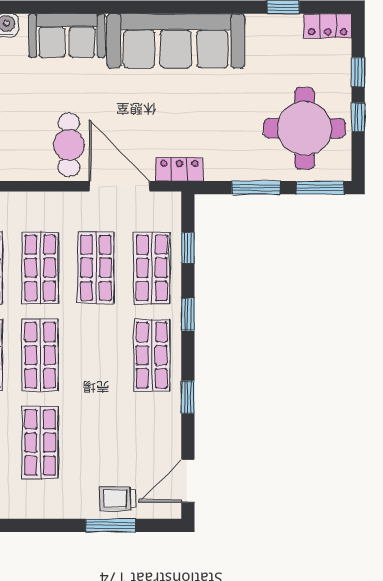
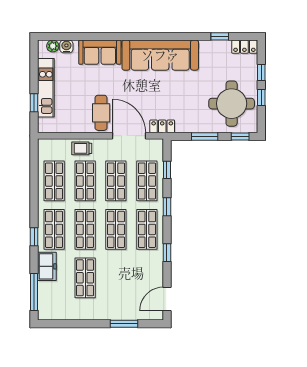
window: (320, 188) -> (240, 136), width x0.67
shop shelf: (96, 355) -> (116, 229), added
trolley: (118, 499) -> (82, 148), moved

